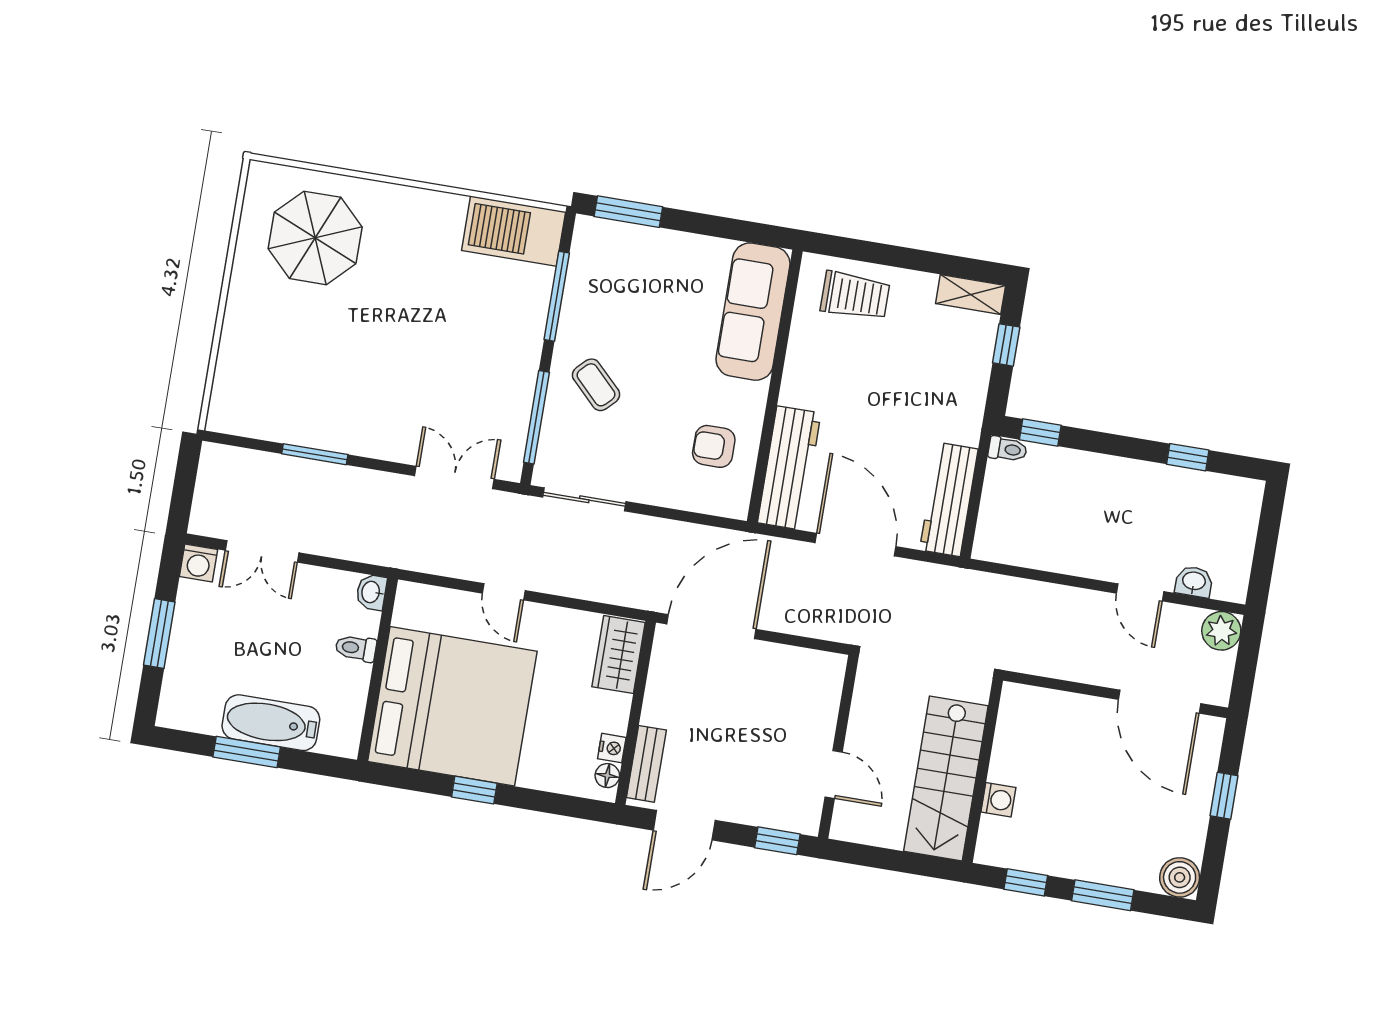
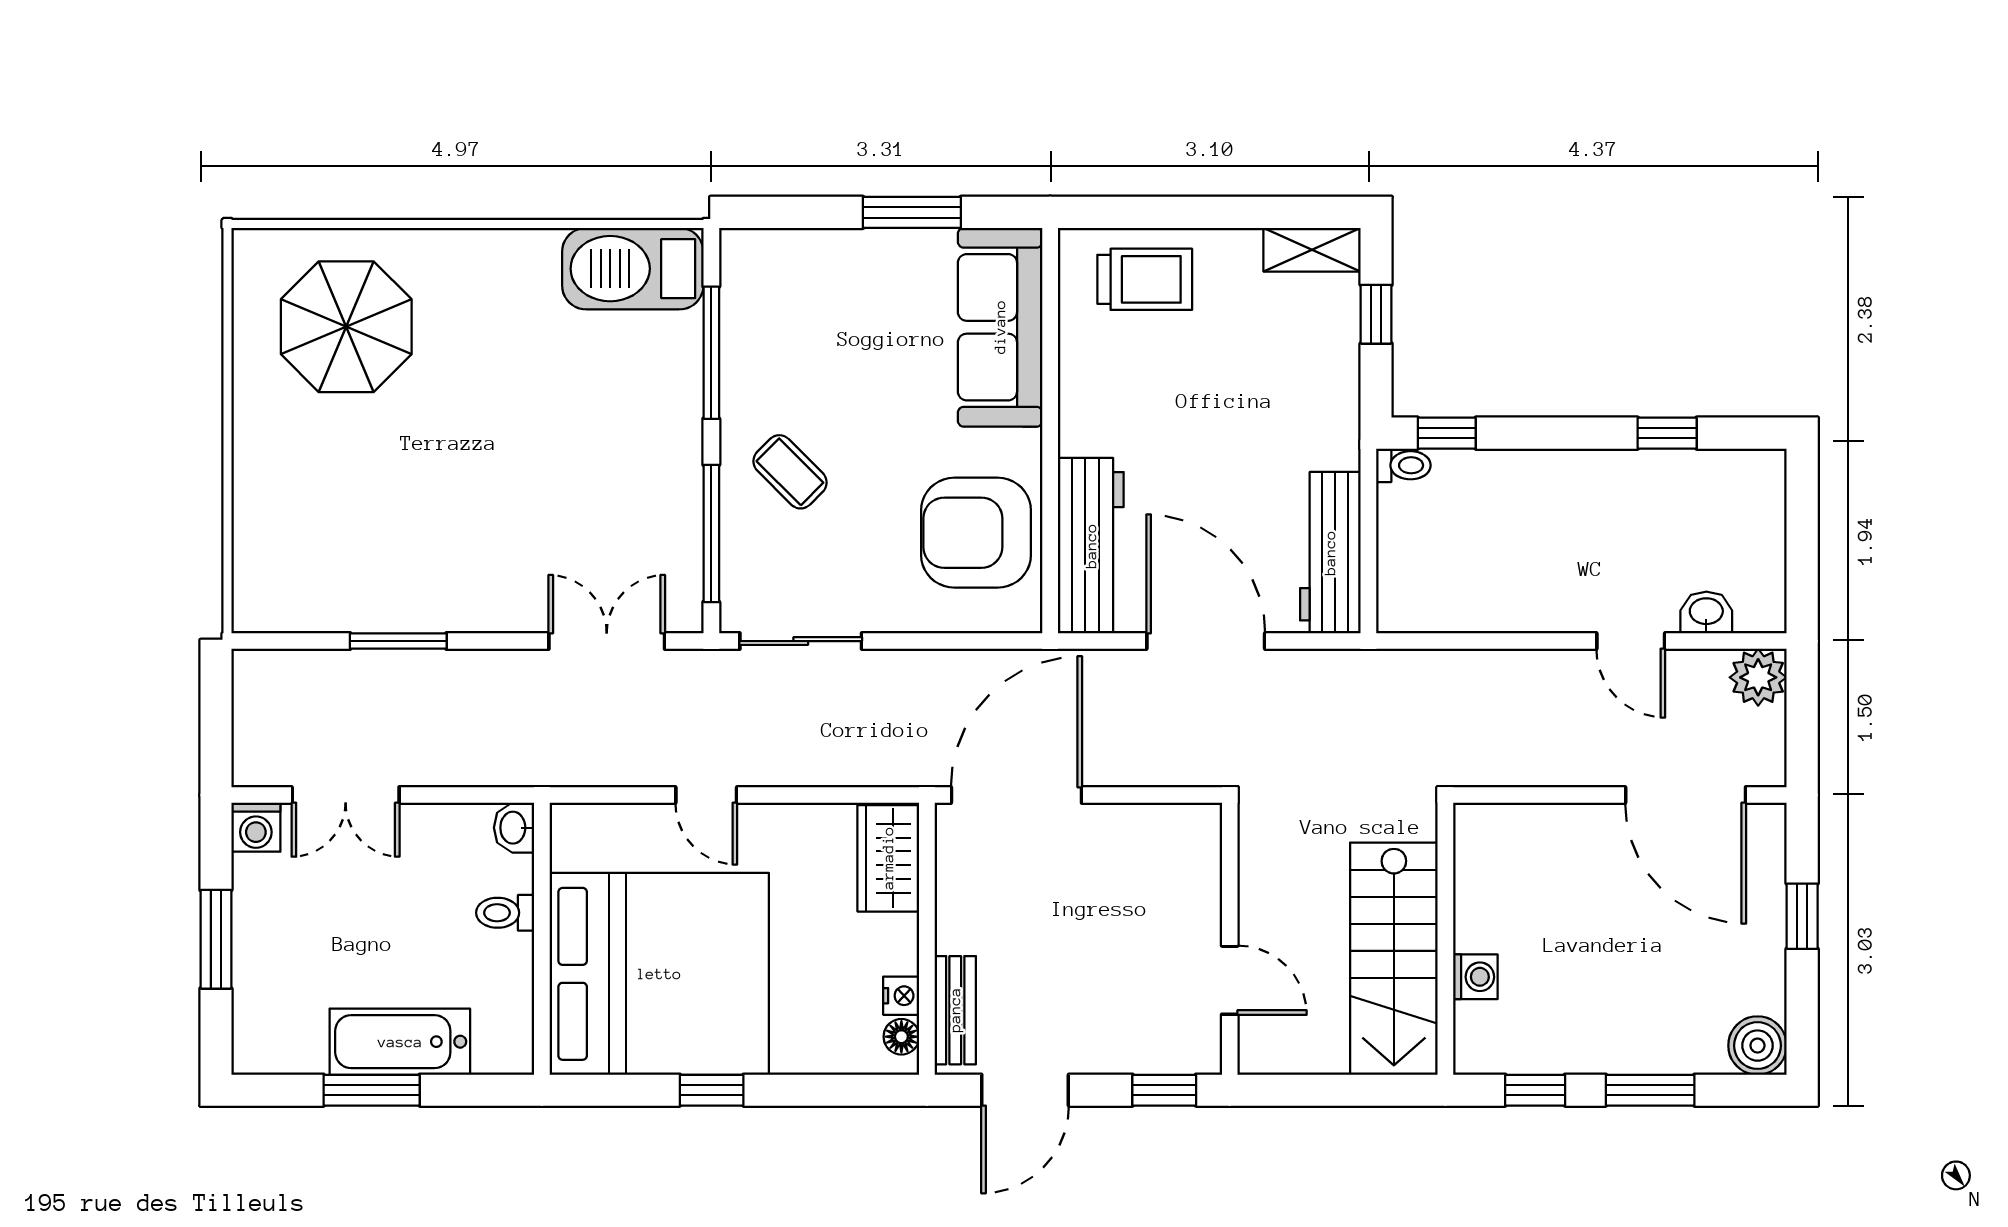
window: (628, 212) -> (912, 212), moved
armchair: (714, 446) -> (976, 533), width x1.88, depth x1.88

